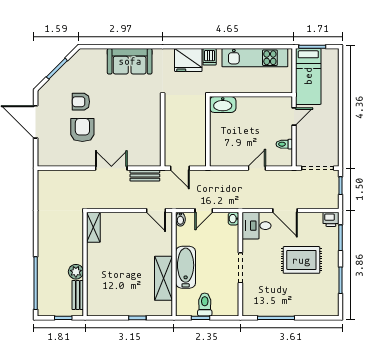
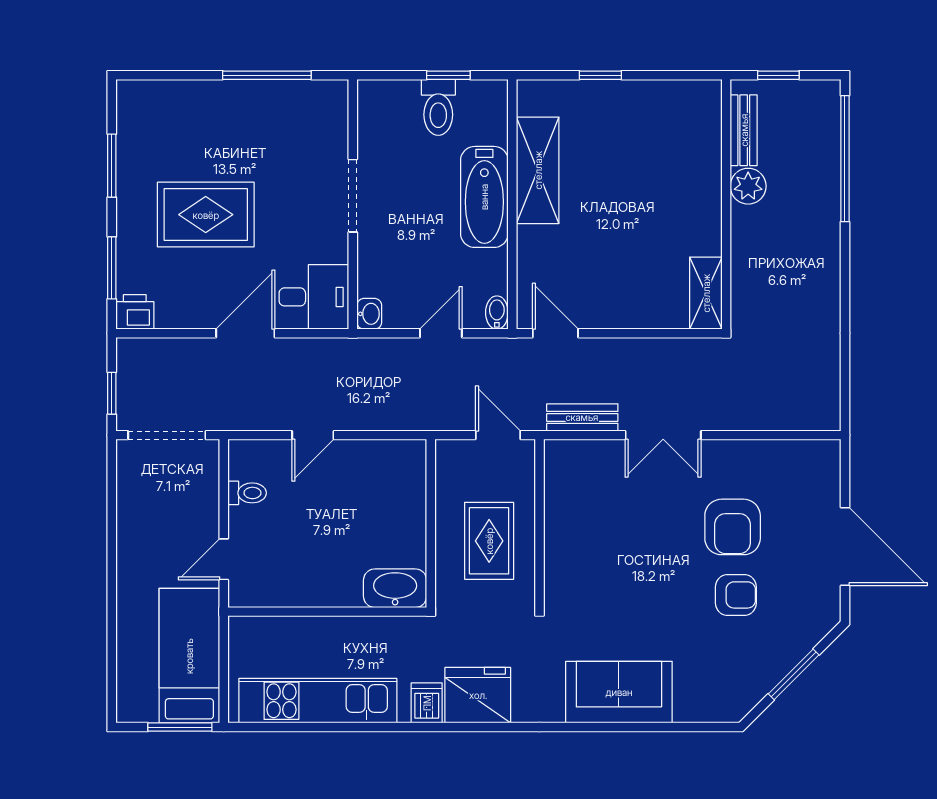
rug: (184, 124) -> (489, 541), added
door: (285, 211) -> (245, 333), hinge flipped

